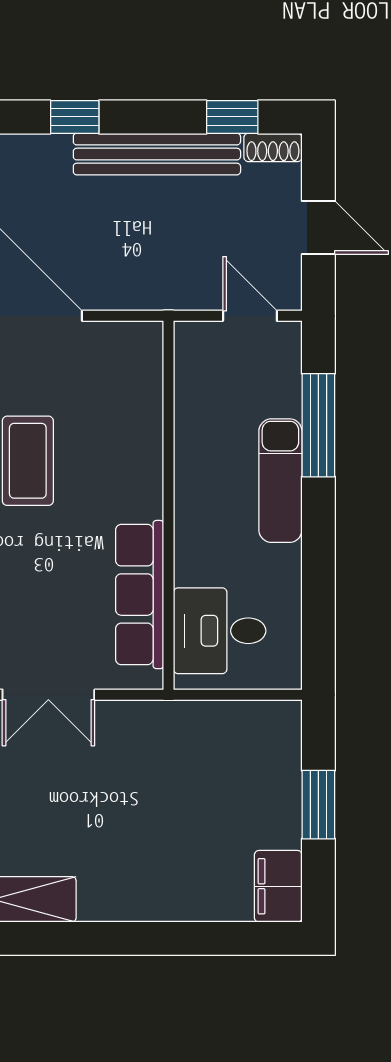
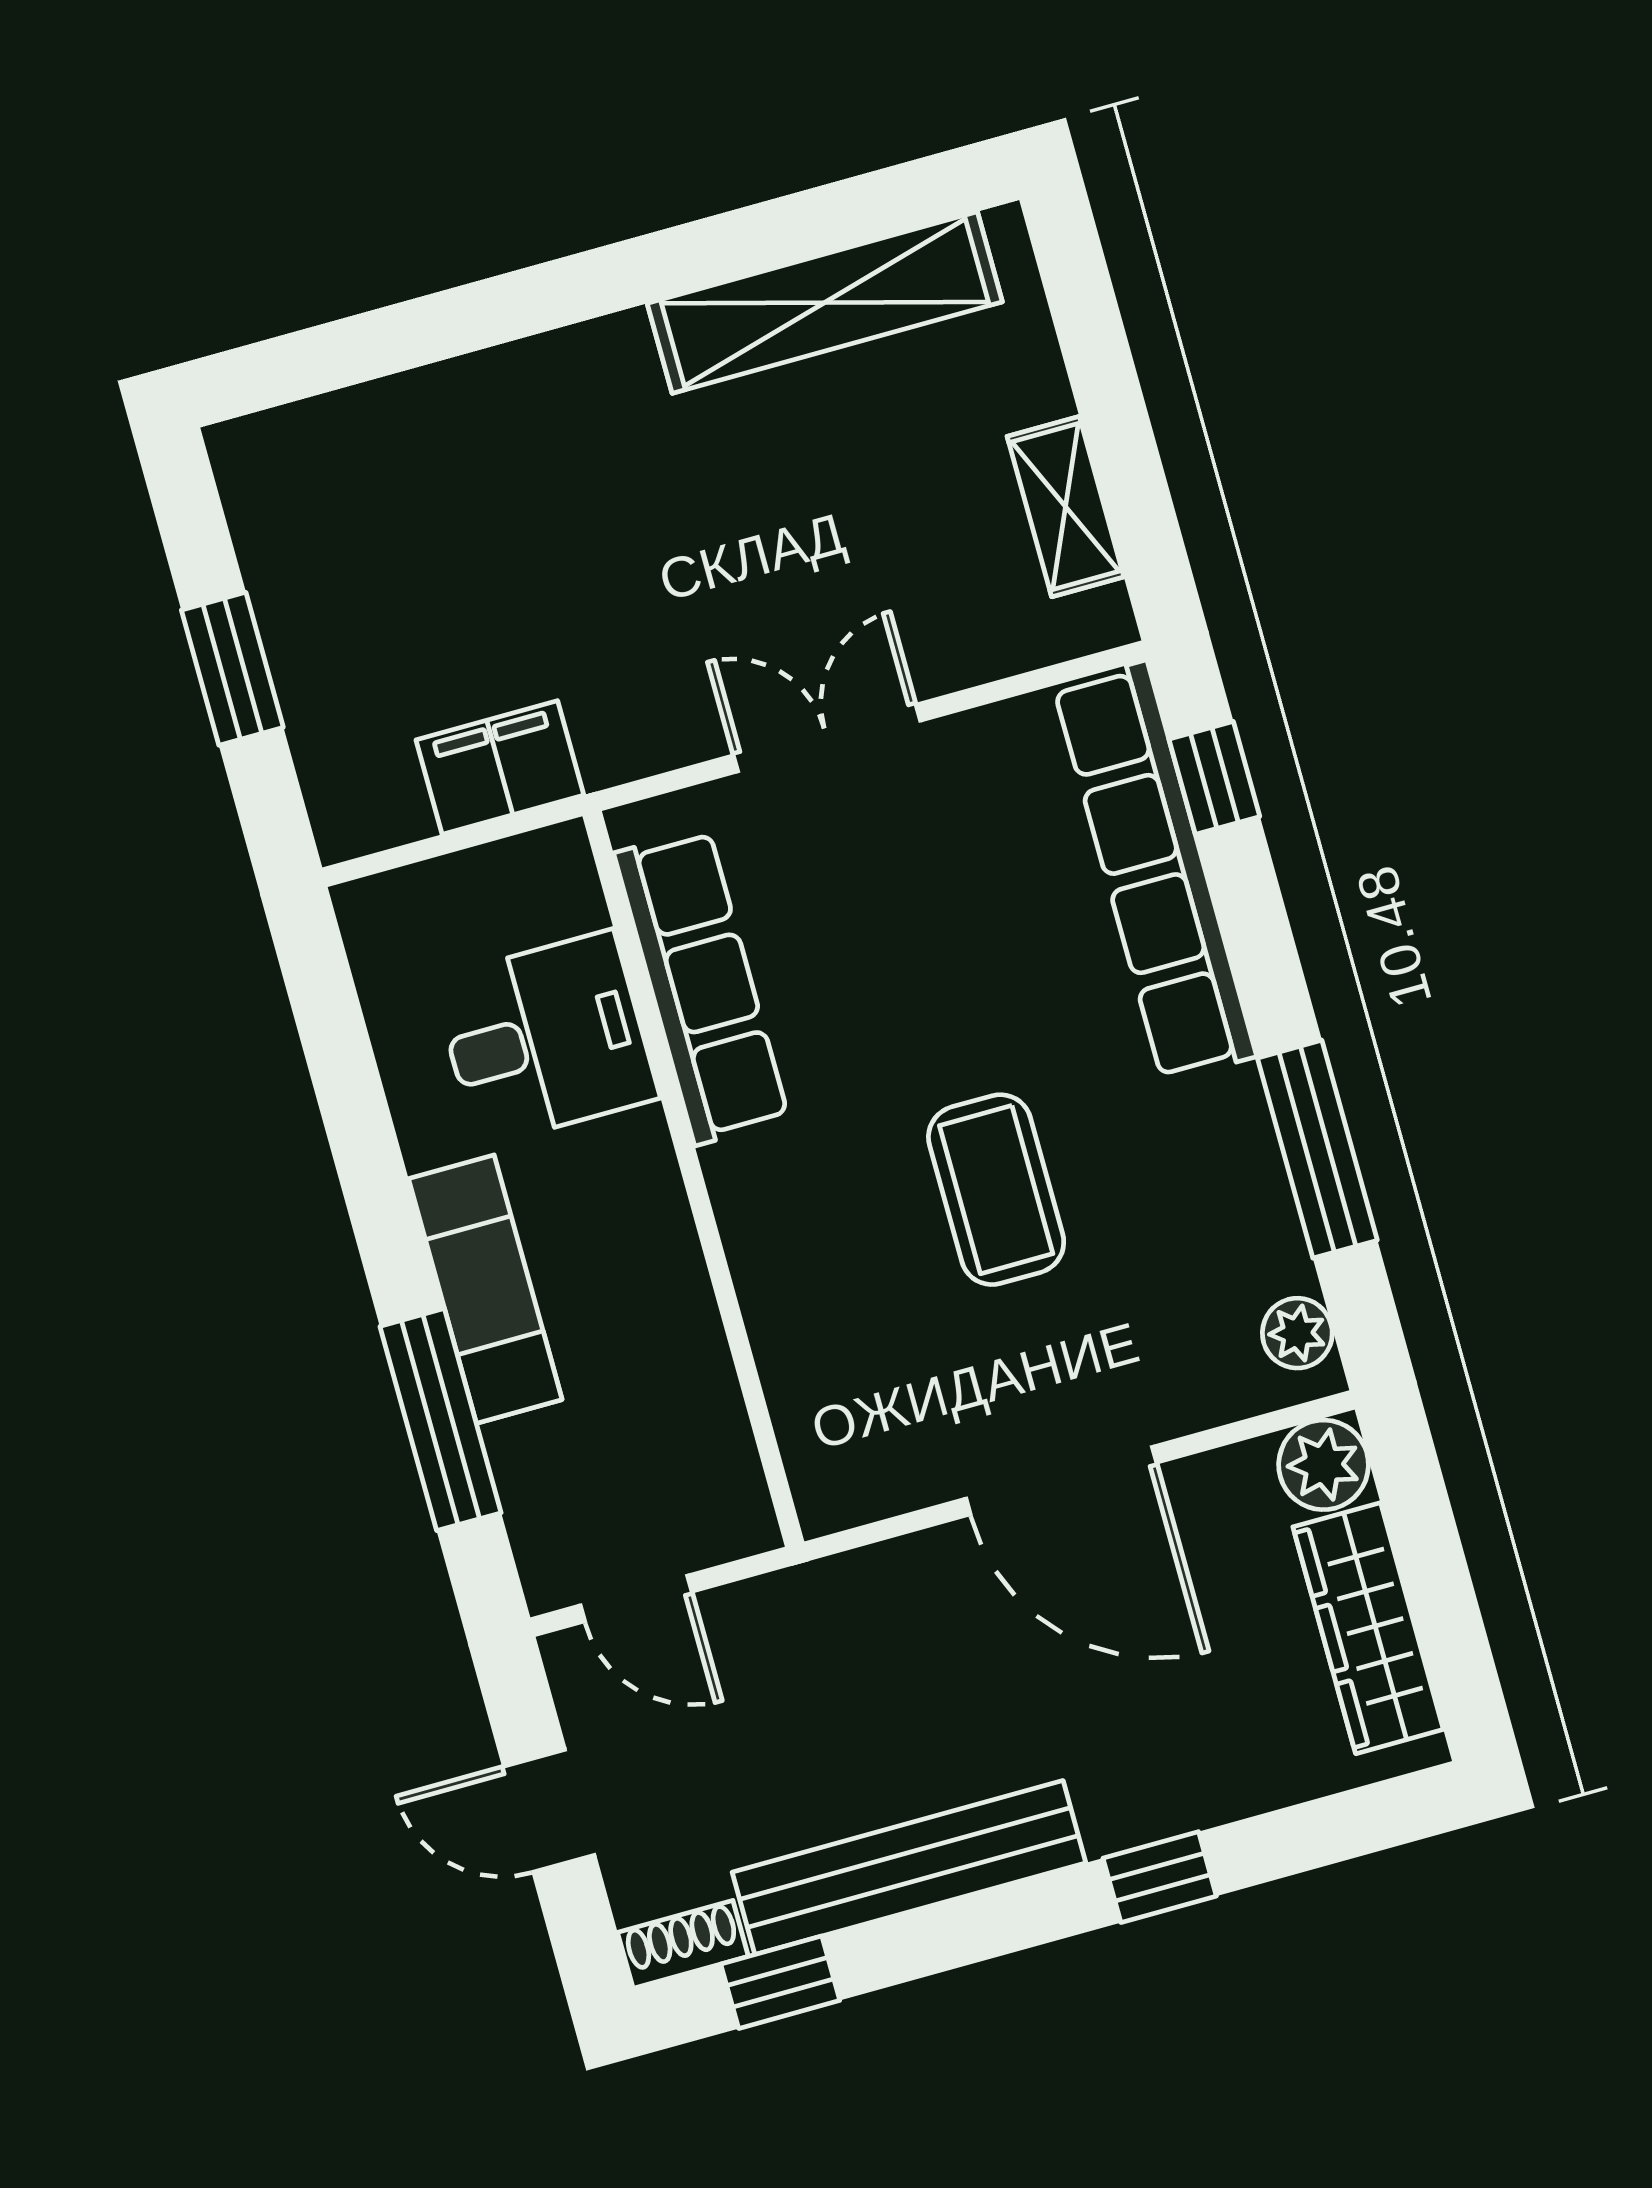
window: (75, 117) -> (1160, 1877), moved
desk: (220, 631) -> (546, 1039), moved
filing cabinet: (278, 886) -> (500, 767), moved, turned -90

